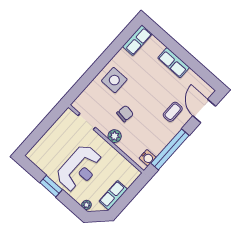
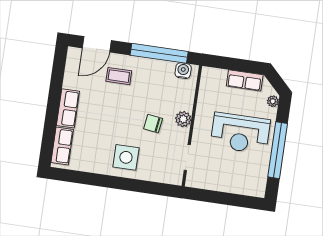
row of seats: (137, 40) -> (62, 146), moved, turned 90
reception desk: (79, 168) -> (240, 133), turned 180
window: (51, 186) -> (278, 150), width x2.11

